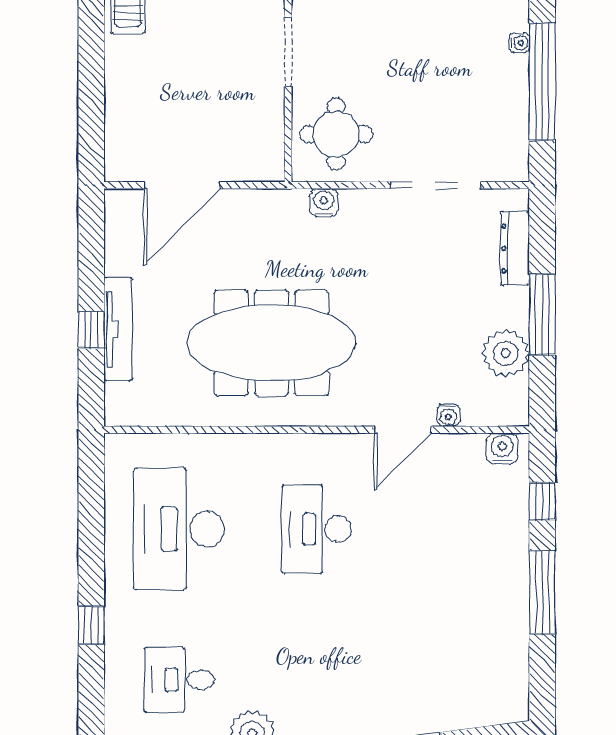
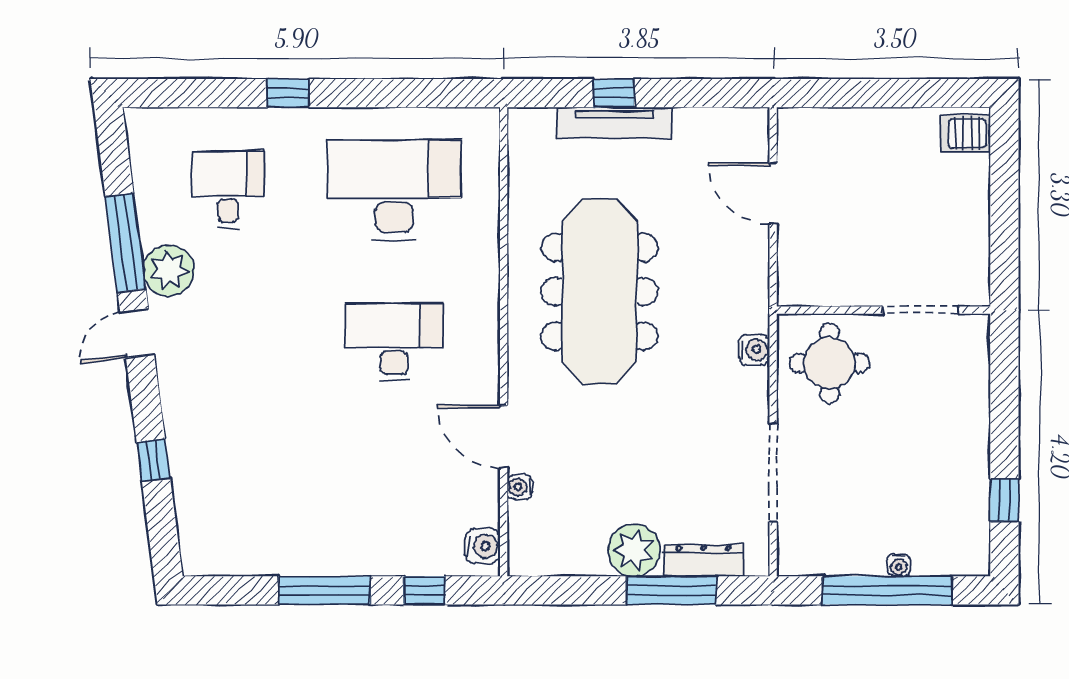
water cooler: (519, 43) -> (899, 565), moved
door: (182, 185) -> (773, 193), width x0.73
window: (542, 315) -> (671, 590), moved
plant: (506, 353) -> (634, 550), moved

